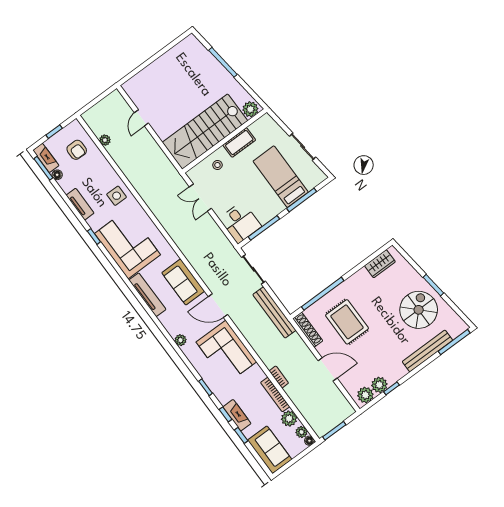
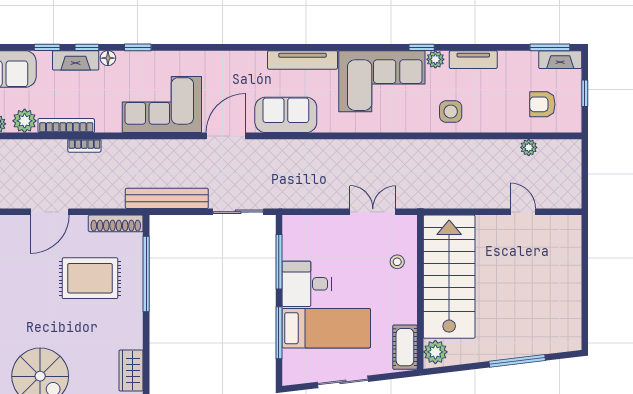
cot: (239, 143) -> (405, 347), moved
floor lamp: (57, 175) -> (108, 58), moved
desk: (240, 223) -> (307, 284), moved
plant: (180, 340) -> (435, 59), moved

